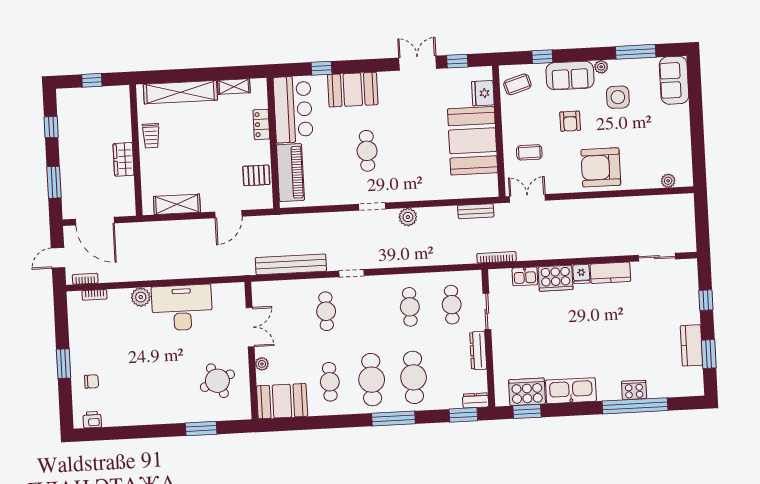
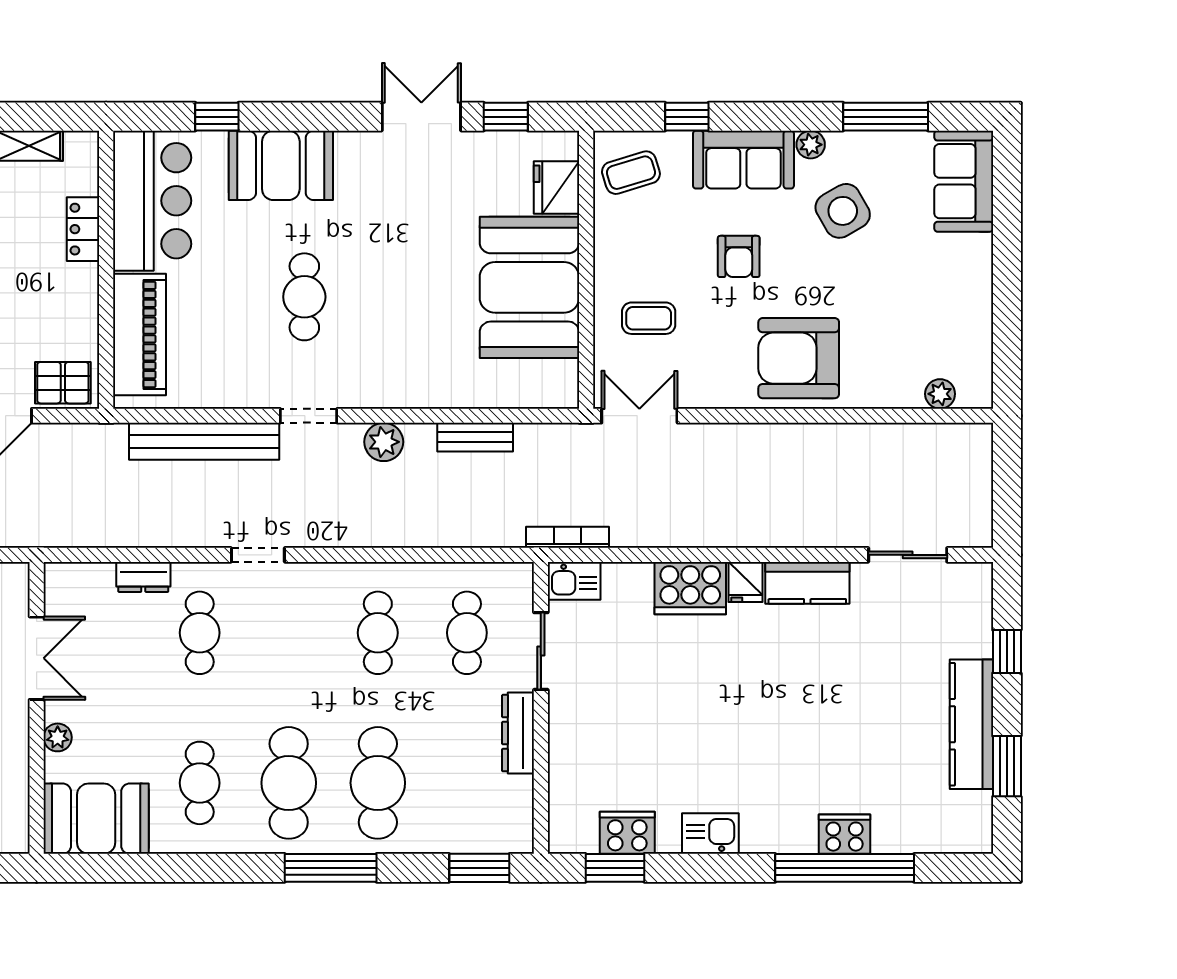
side table: (618, 97) -> (843, 211), turned -30
pallet: (256, 175) -> (63, 383), moved
bench: (476, 211) -> (475, 437), moved
bench: (291, 264) -> (204, 441), moved
kitchen sink: (525, 276) -> (574, 581), moved
kitchen counter: (692, 345) -> (971, 724), width x1.50
kitchen sink: (571, 391) -> (710, 833), width x0.53, depth x0.81
cooker: (527, 392) -> (627, 833), width x0.73, depth x0.76
dresser: (476, 400) -> (143, 577), moved, turned 180

